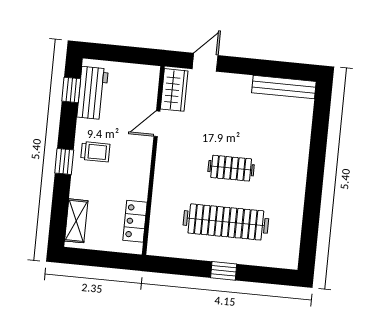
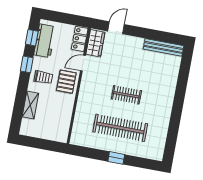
pallet: (133, 156) -> (66, 82), added
window: (64, 162) -> (27, 64), moved
shelving: (76, 221) -> (30, 105), moved
locker: (135, 221) -> (80, 39), moved

